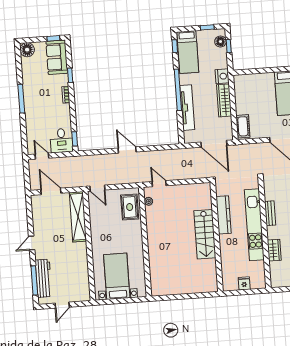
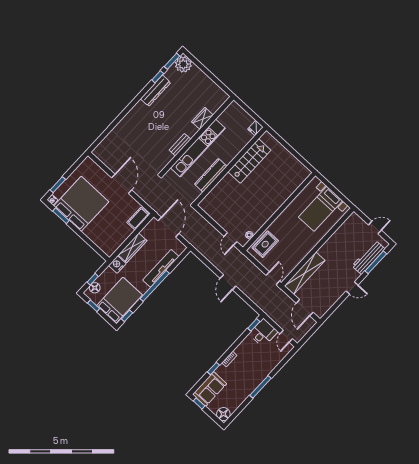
bed: (188, 52) -> (119, 300), width x1.50
stairs: (205, 234) -> (249, 161), moved
fridge: (244, 283) -> (255, 128), moved

